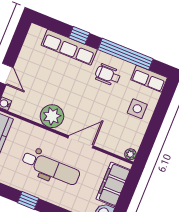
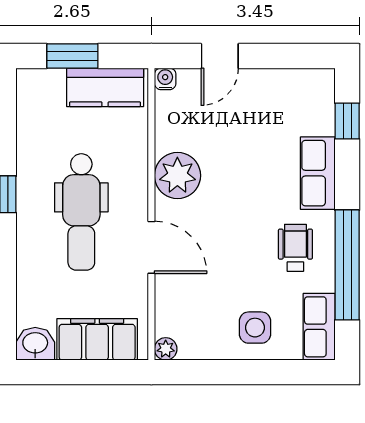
window: (79, 35) -> (347, 121), moved
row of seats: (69, 47) -> (318, 173), width x0.68

